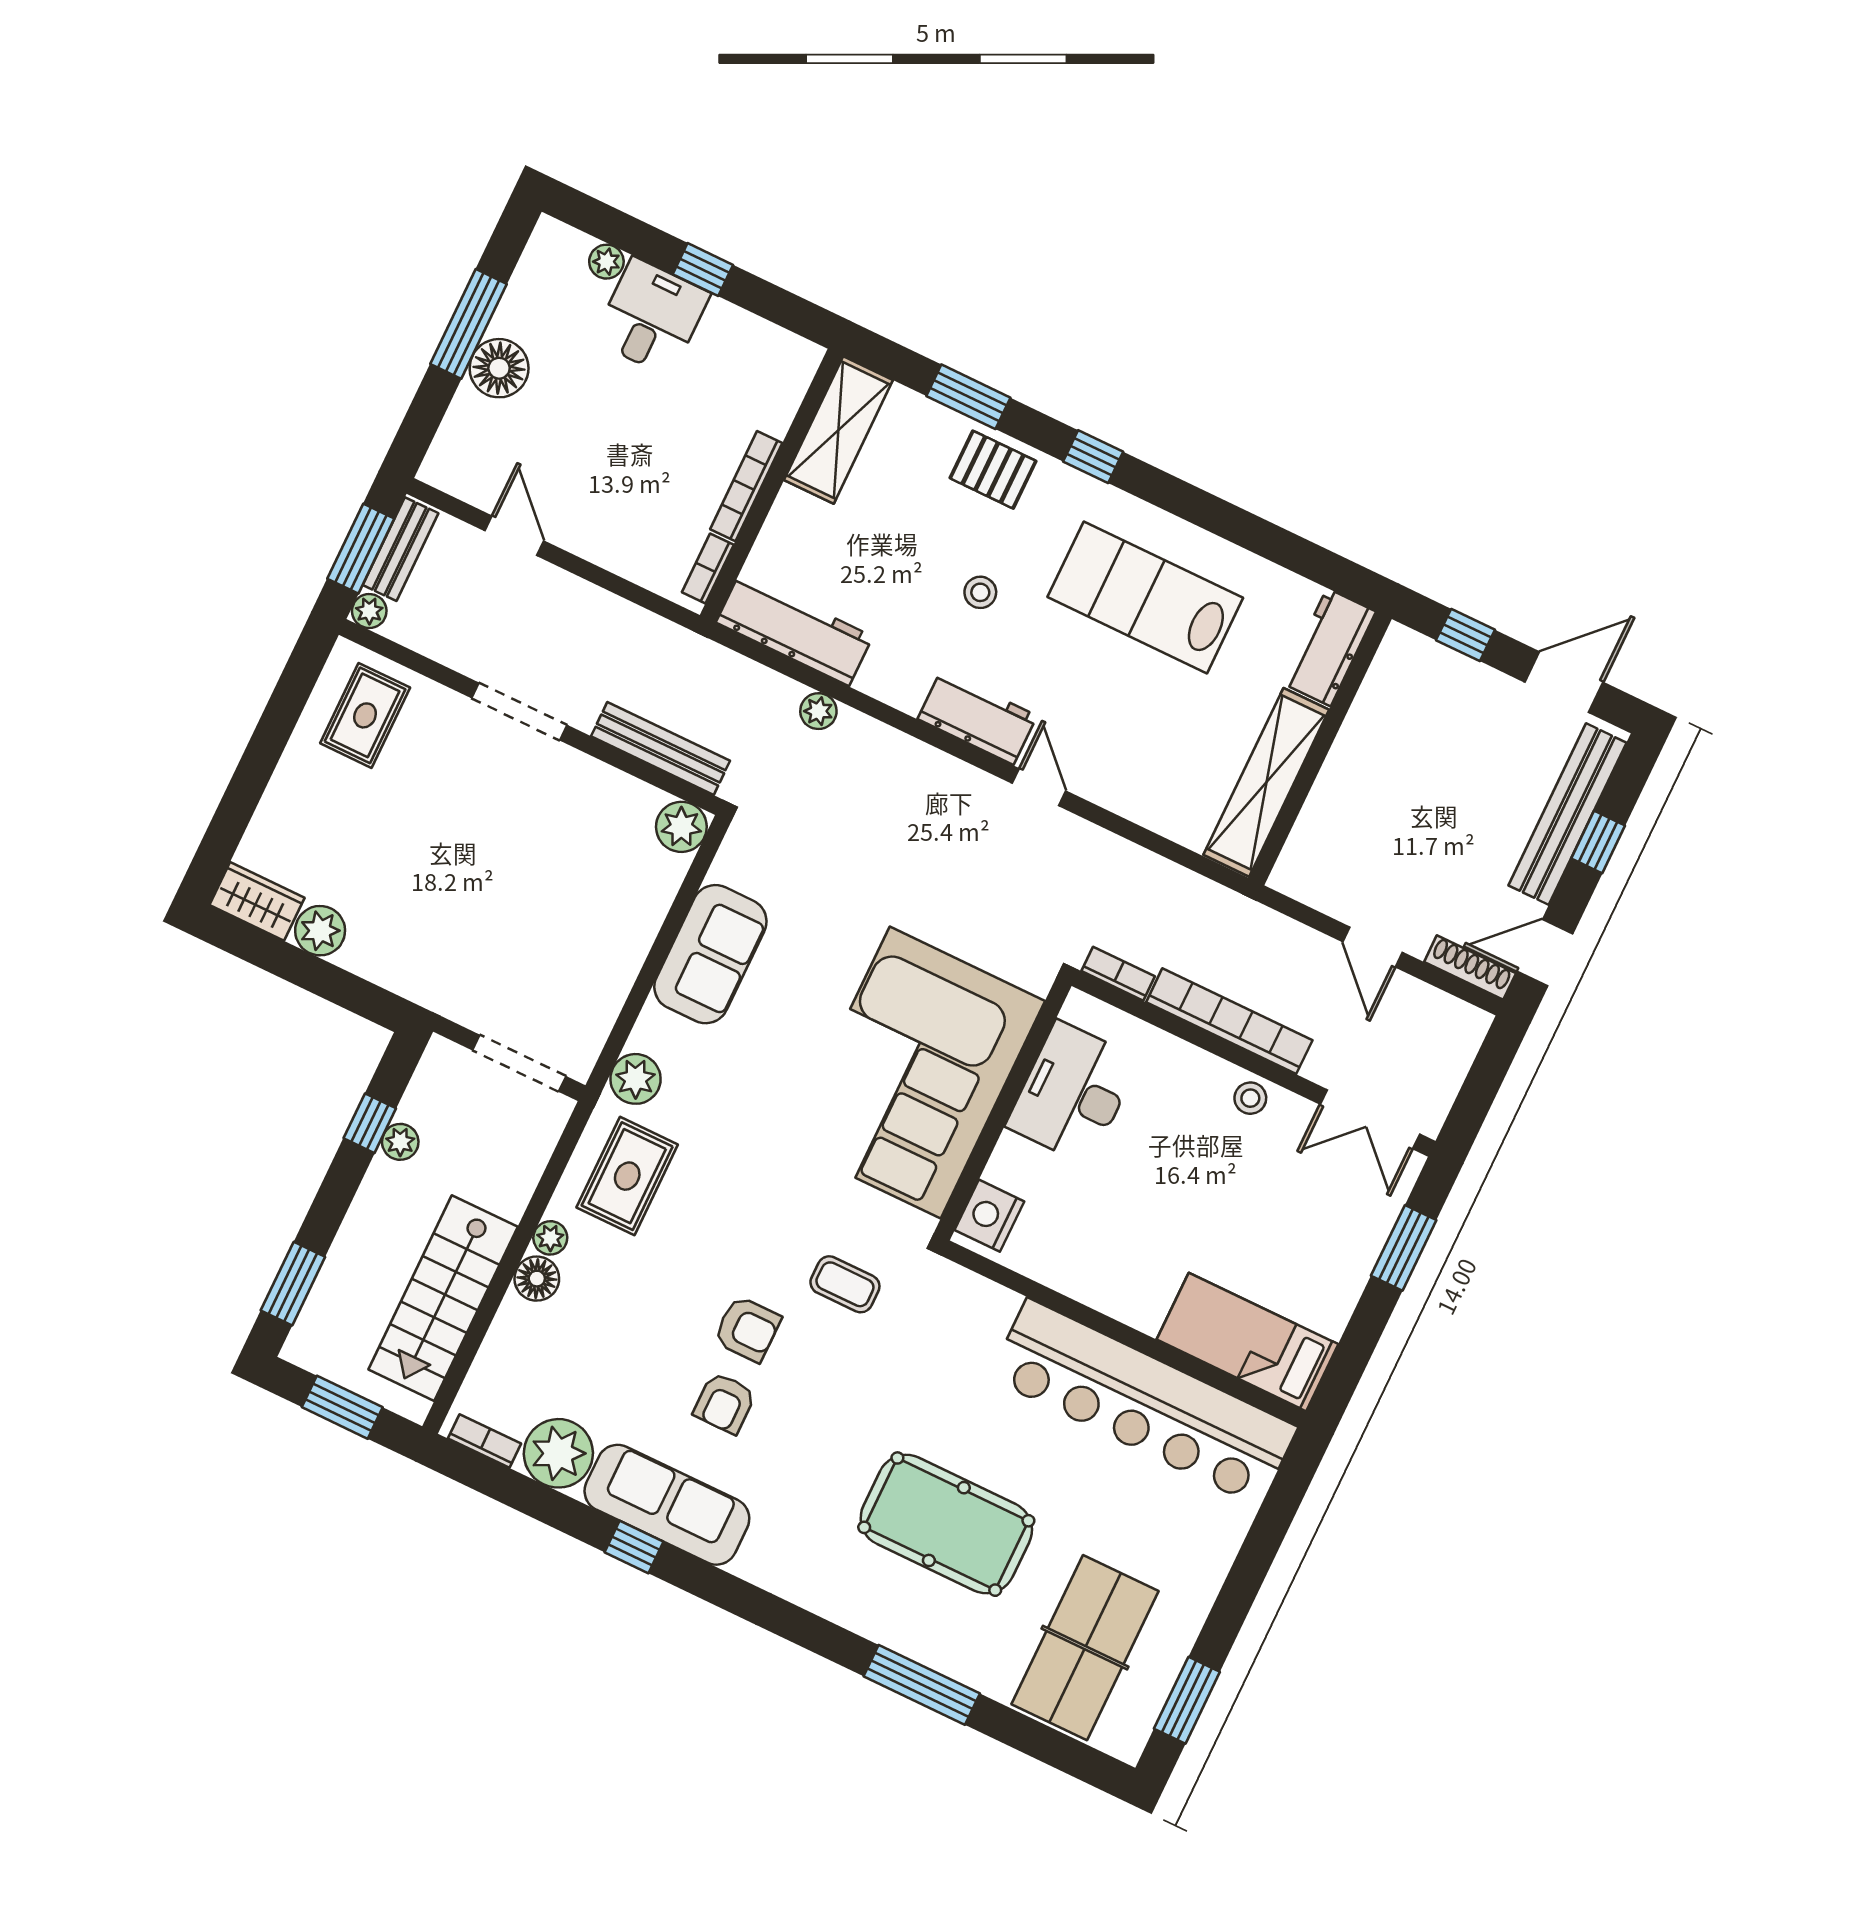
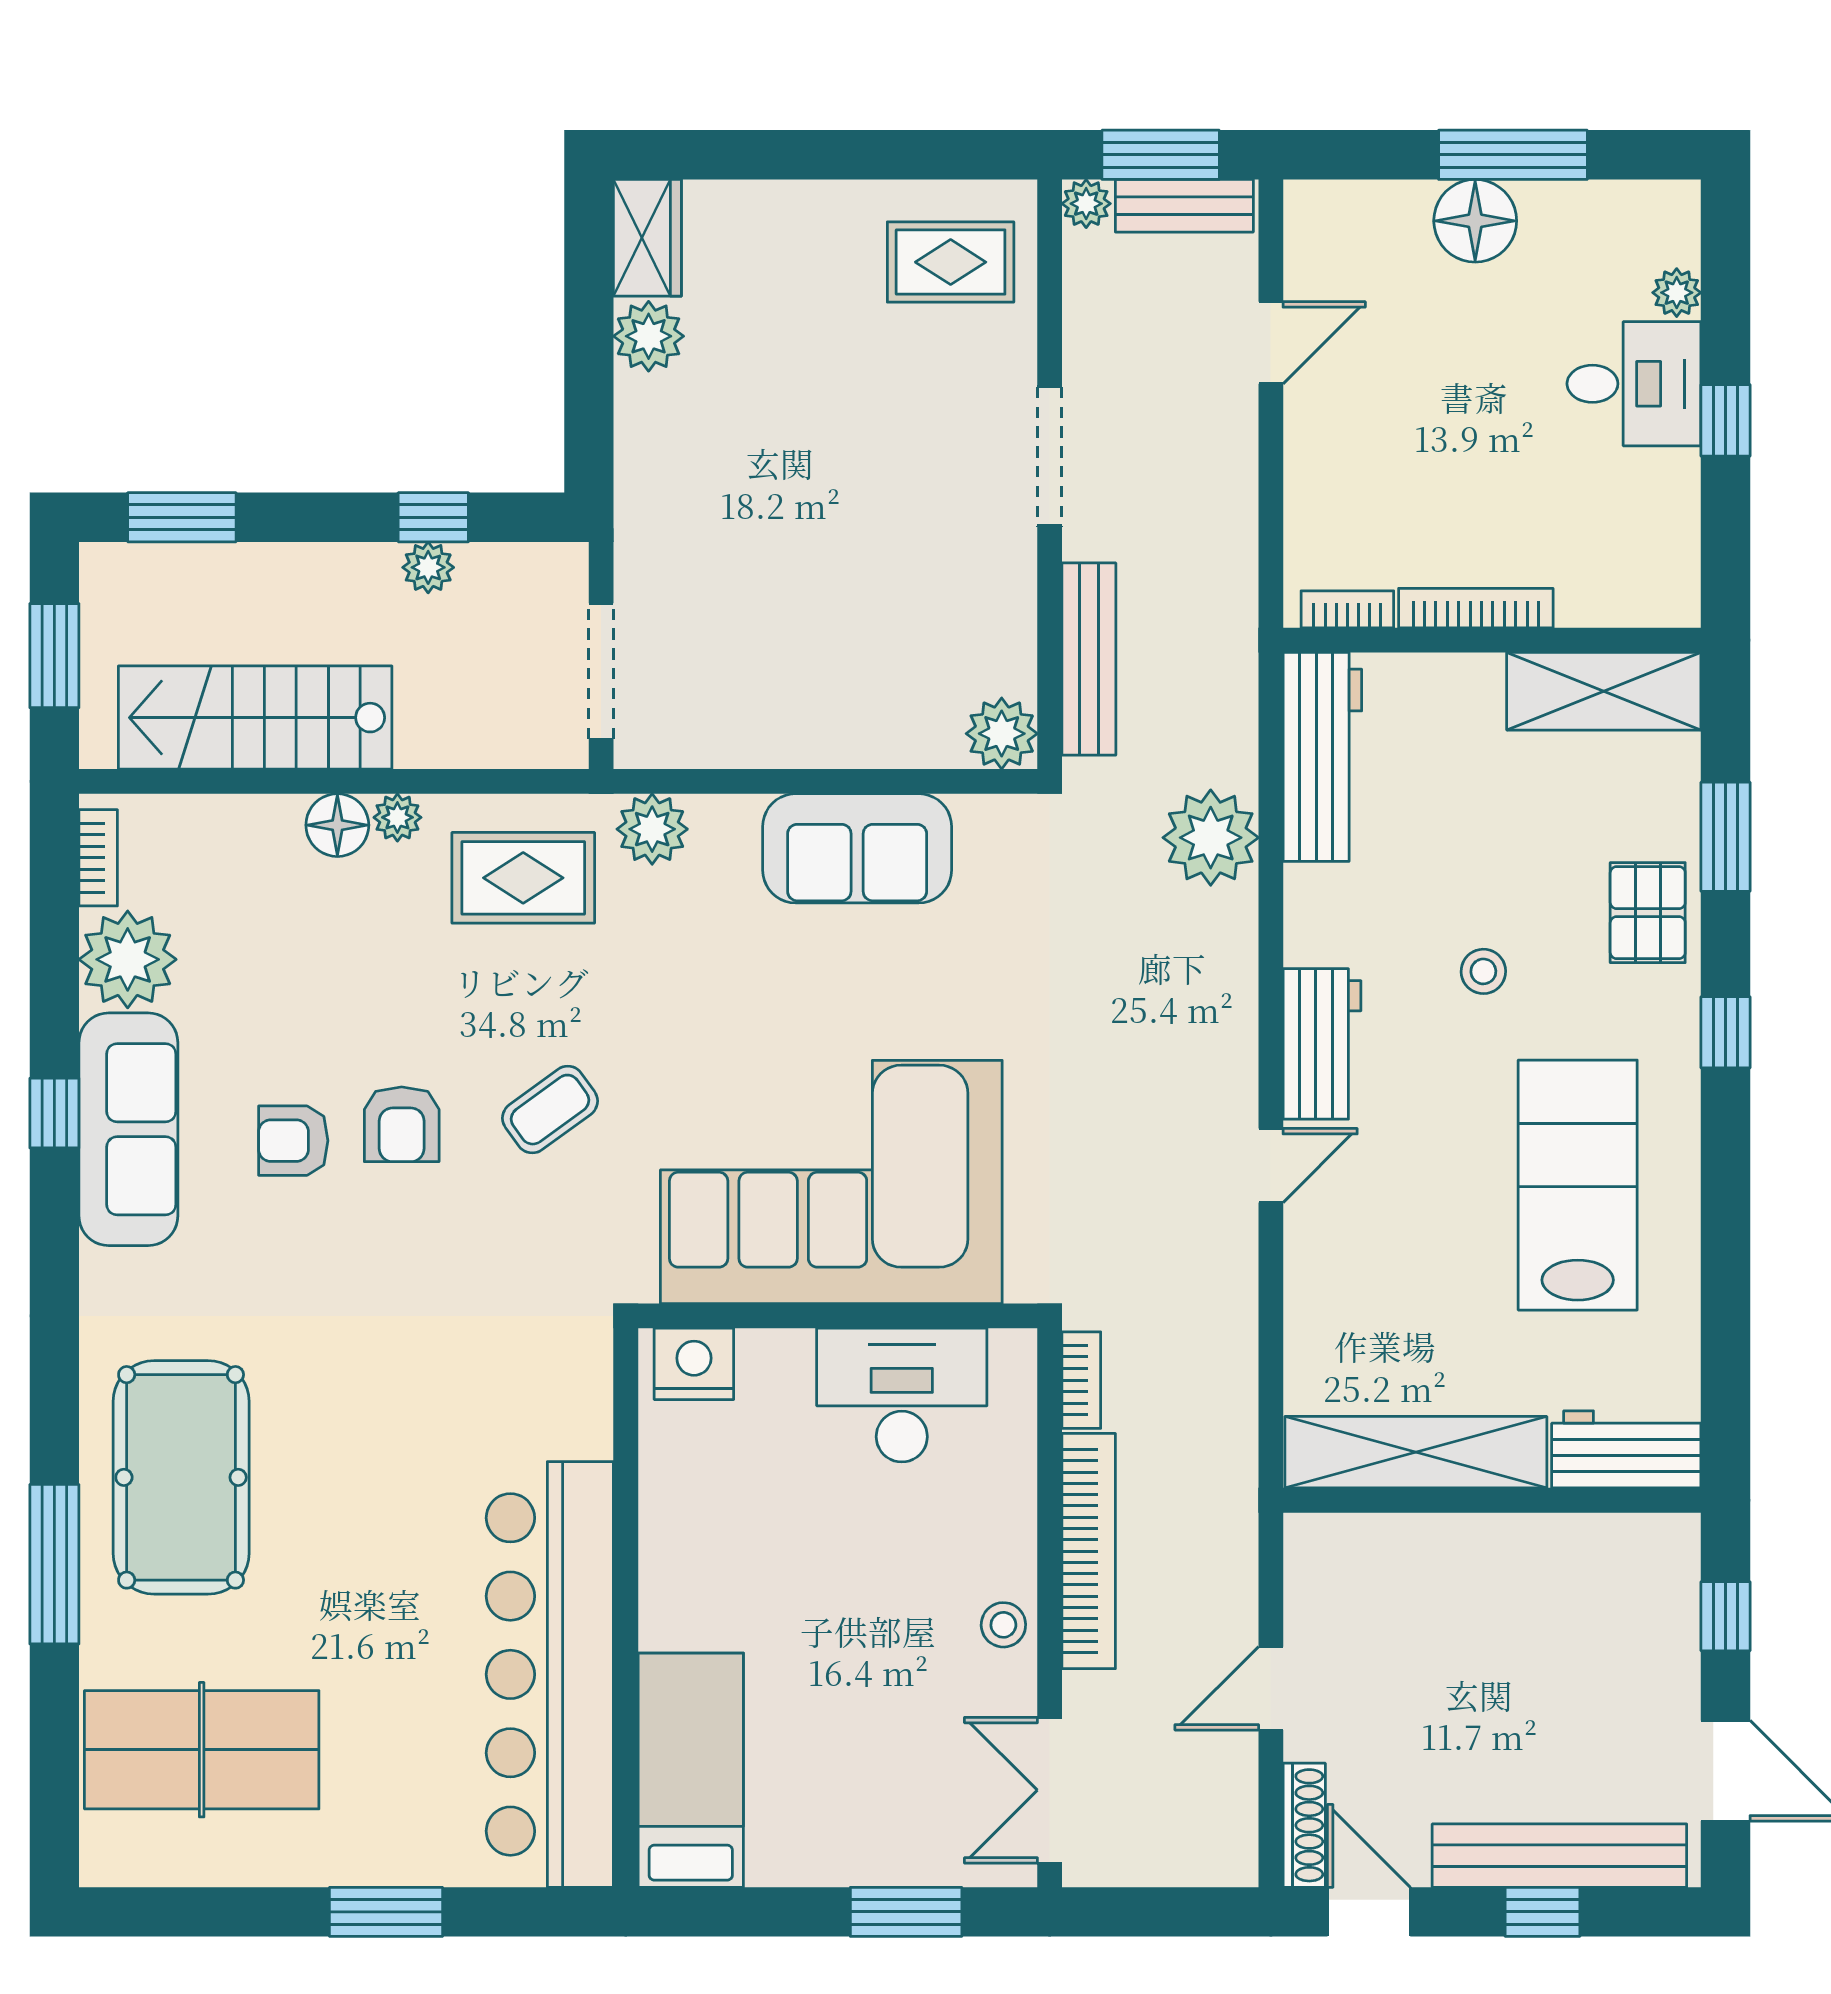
plant: (818, 711) -> (1211, 838), width x1.88, depth x1.88
coffee table: (845, 1284) -> (550, 1110), moved, turned 54
pool table: (946, 1524) -> (181, 1477), moved
window: (1187, 1700) -> (386, 1912), moved

